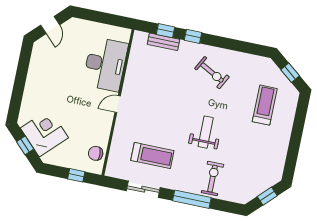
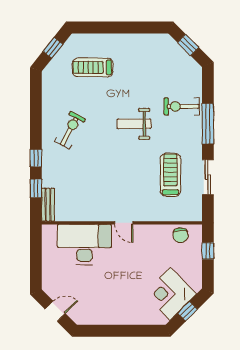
bench: (163, 42) -> (48, 205), moved

